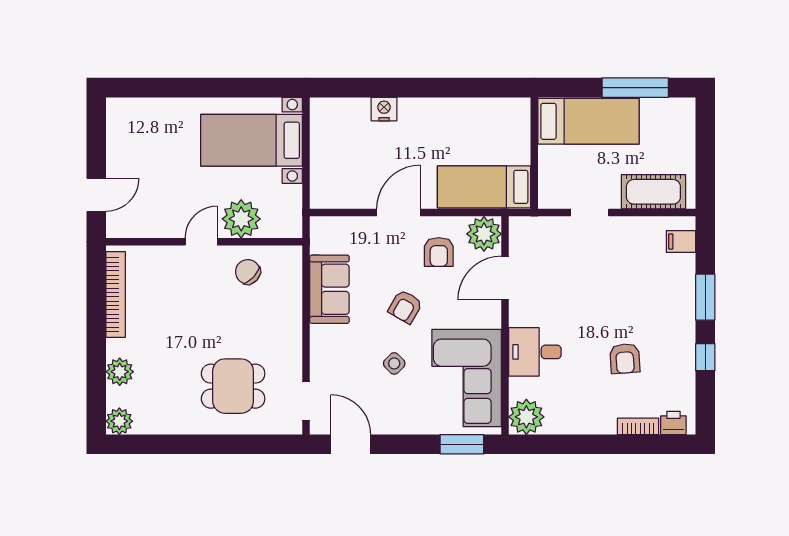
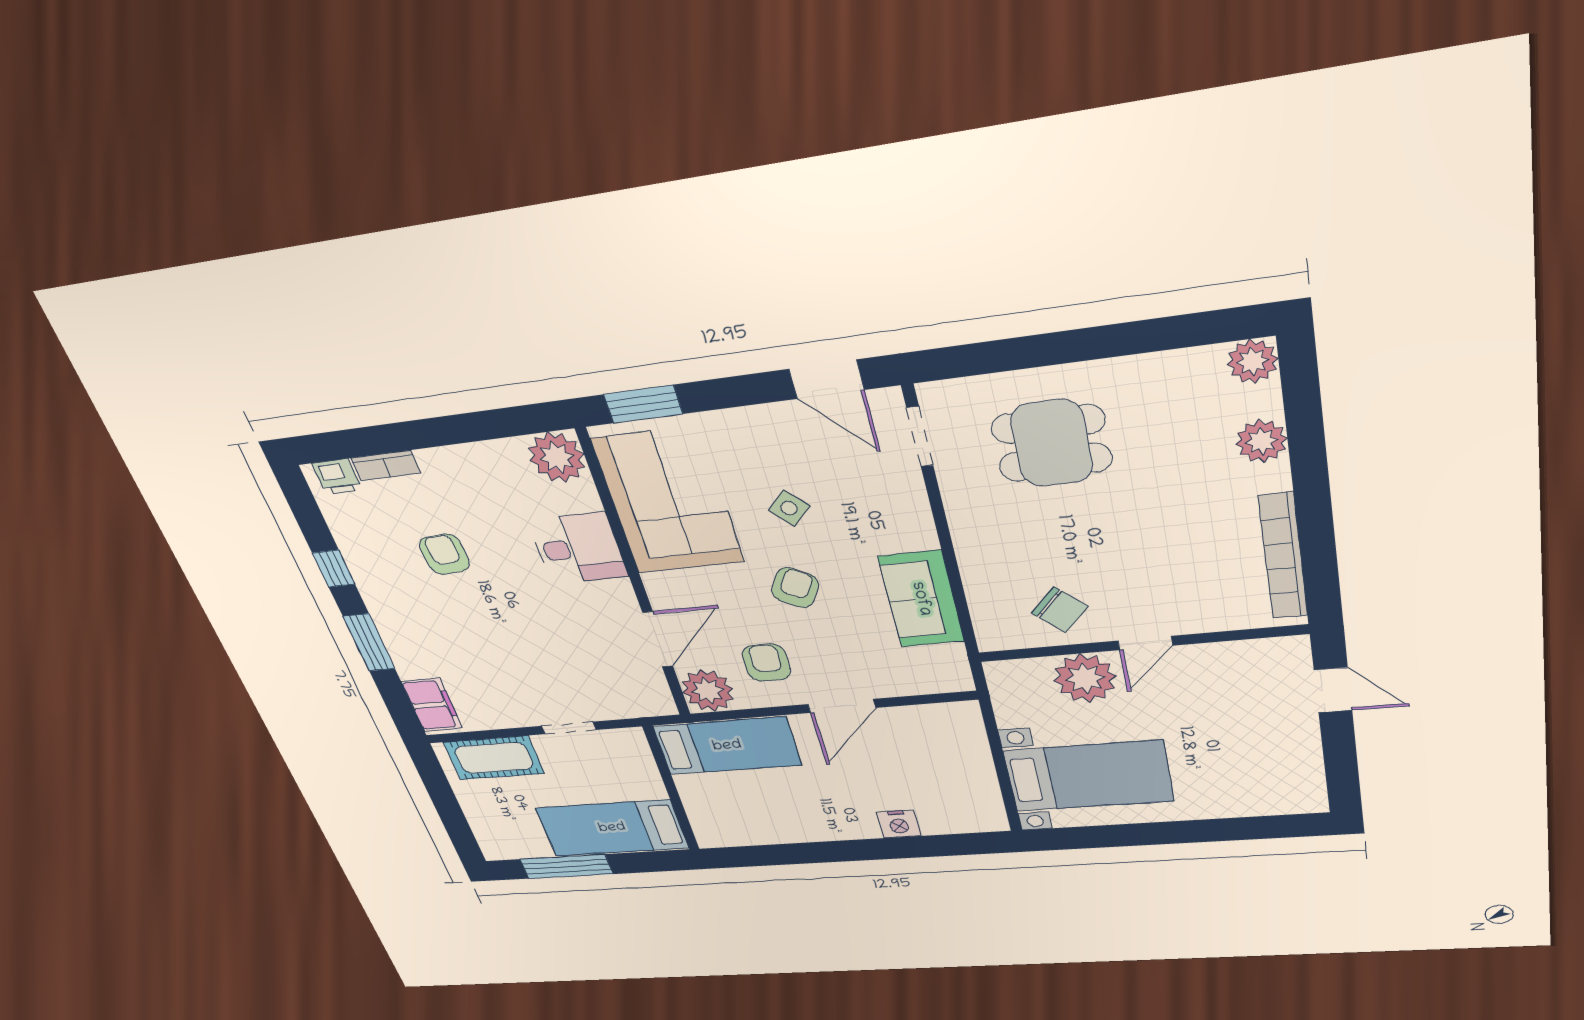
door: (96, 195) -> (1333, 690), swing flipped
filing cabinet: (681, 241) -> (432, 705), width x2.00

